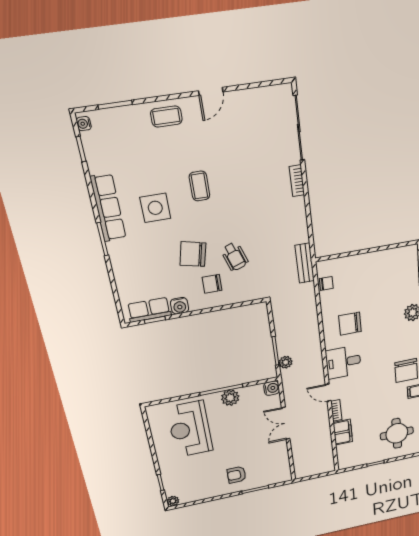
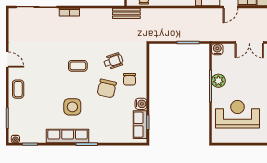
coffee table: (199, 186) -> (78, 66), moved
plant: (286, 362) -> (199, 36), removed
reception desk: (190, 429) -> (237, 114), turned 180

